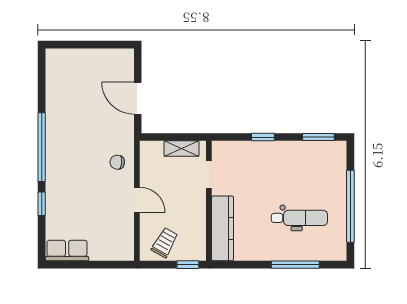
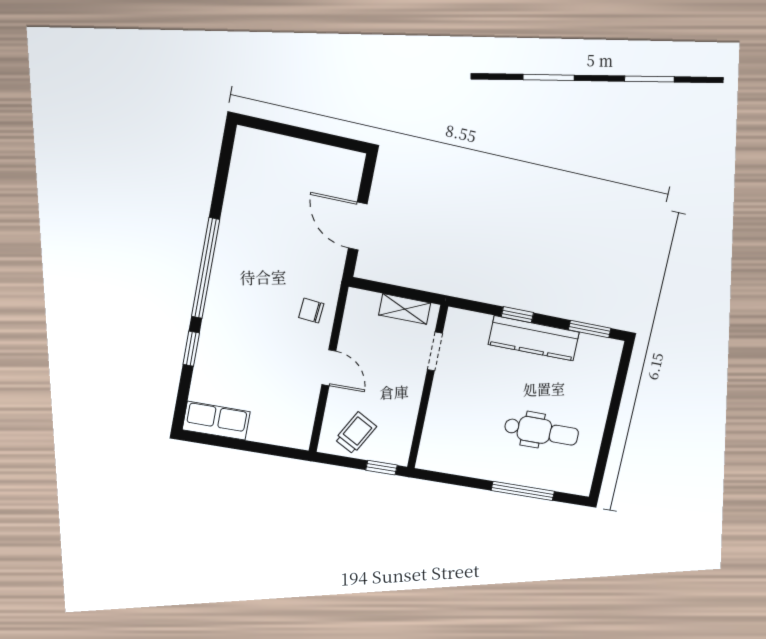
window: (350, 206) -> (610, 428), removed
kitchen counter: (223, 228) -> (534, 338), moved, turned 90

